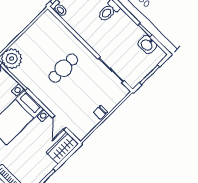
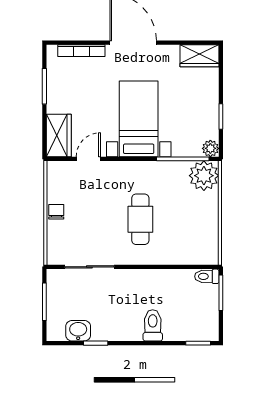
door: (59, 123) -> (88, 159), hinge flipped

